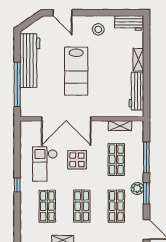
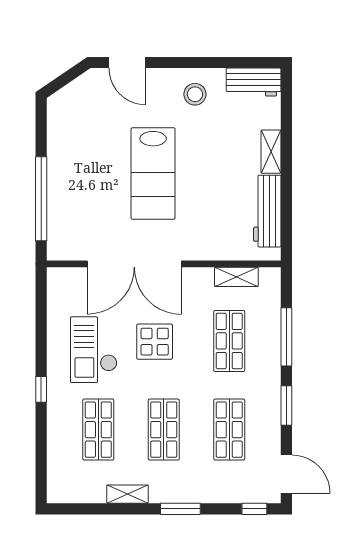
workbench: (30, 61) -> (65, 154), removed
plant: (137, 188) -> (269, 396), removed

